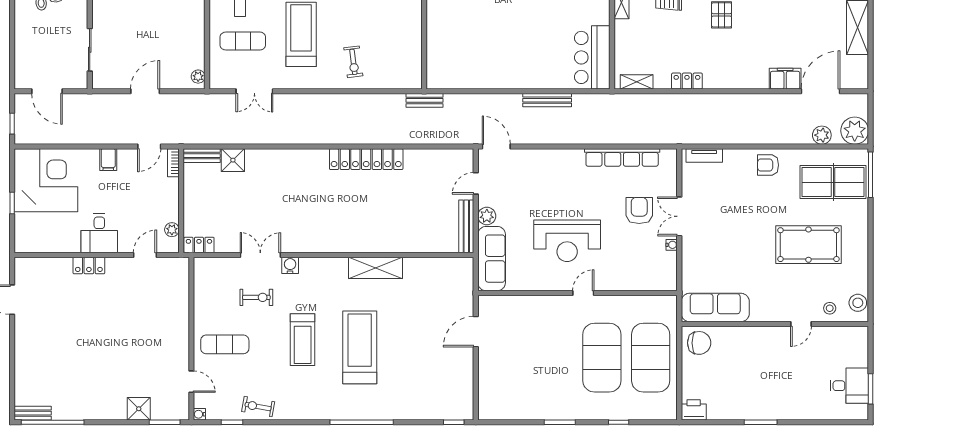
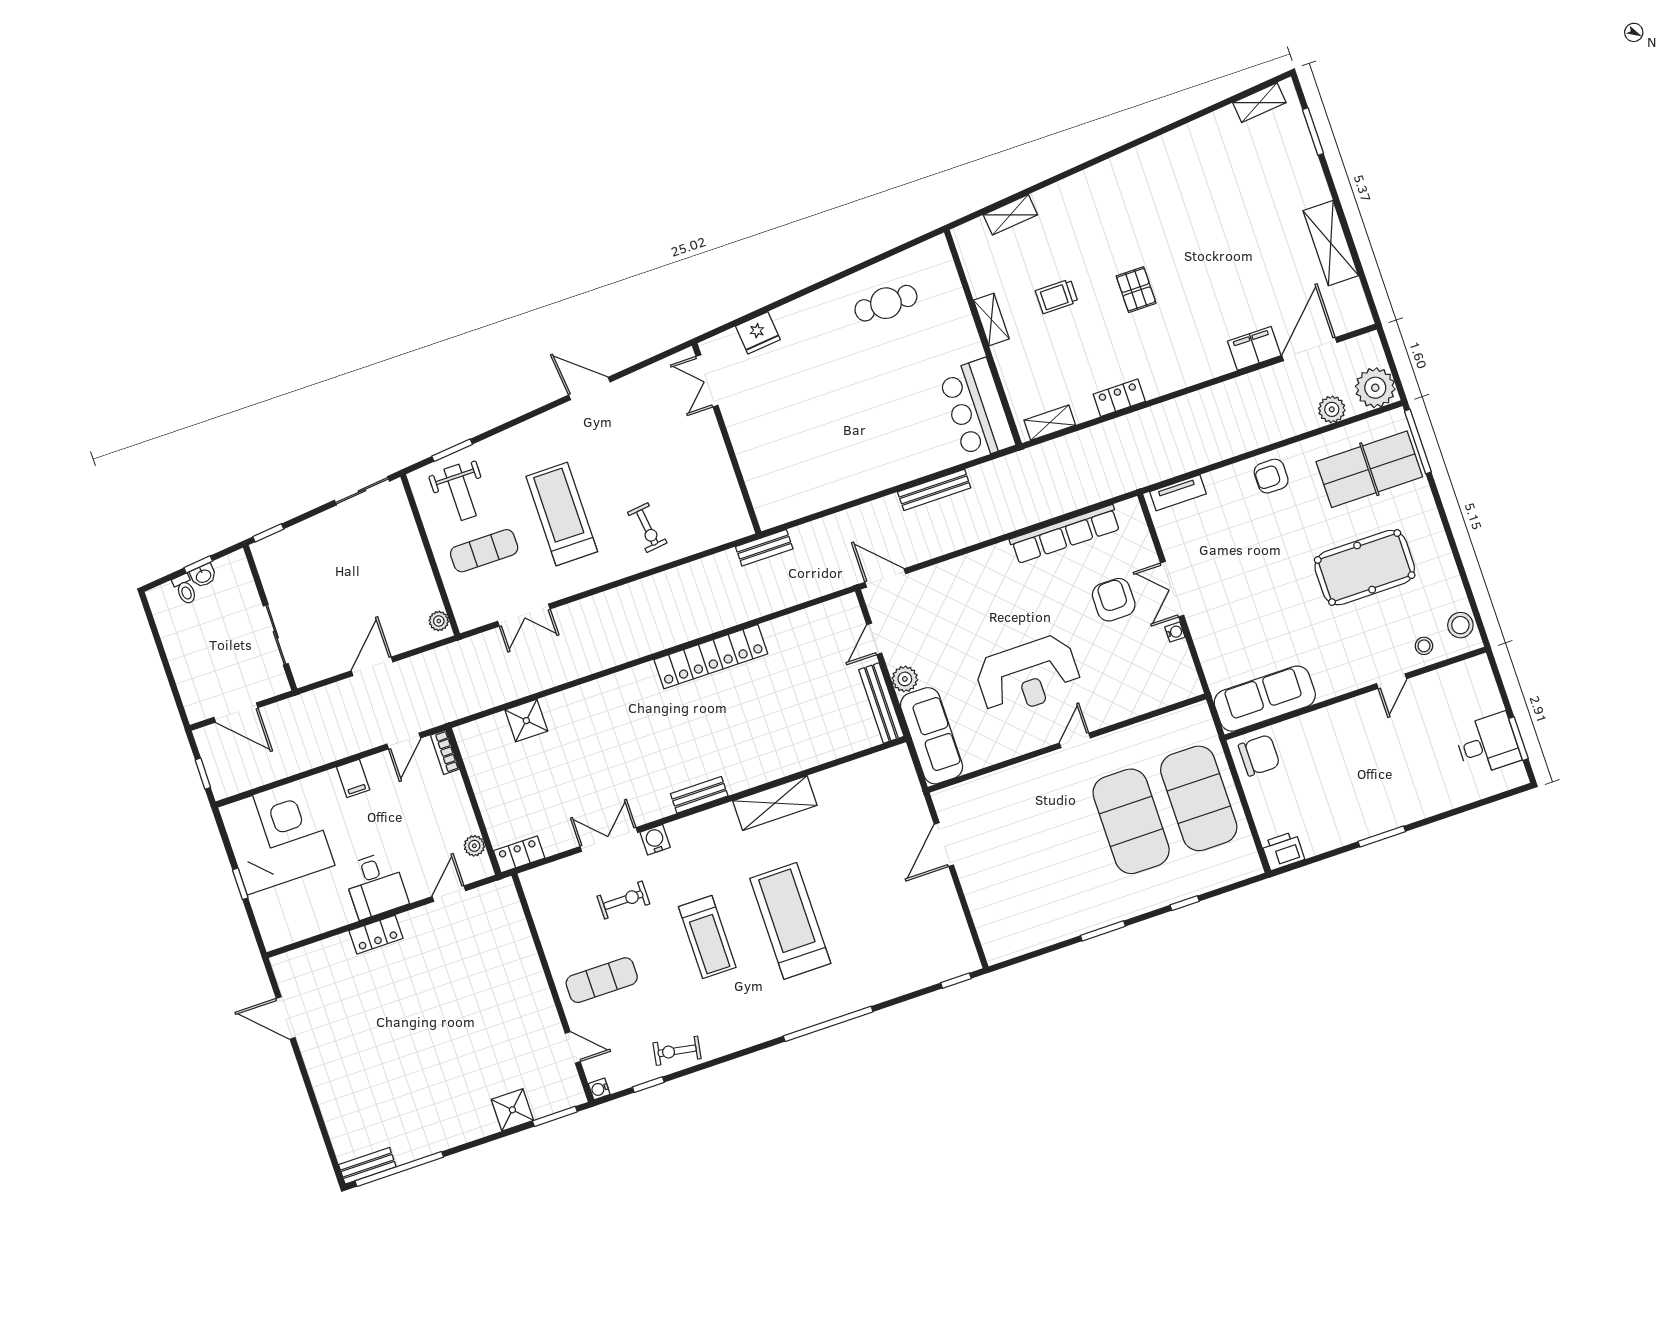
bench: (202, 156) -> (699, 795), moved

